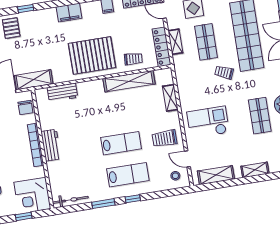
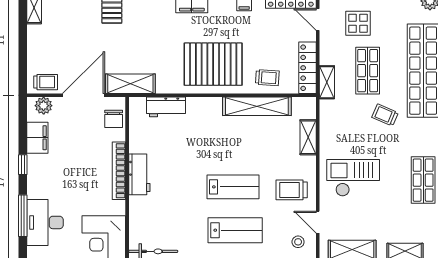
shelving: (175, 42) -> (327, 82), moved

